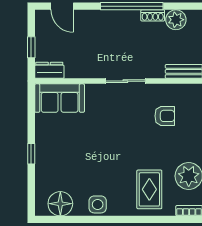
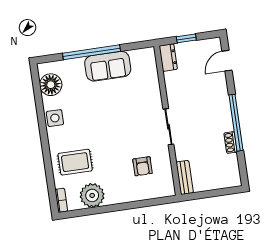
plant: (176, 20) -> (230, 164), removed
sofa: (60, 98) -> (108, 66), moved, turned -90
window: (31, 154) -> (92, 52), width x3.17

